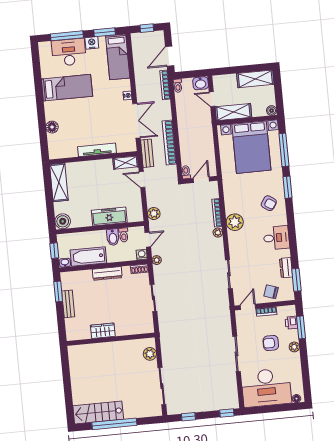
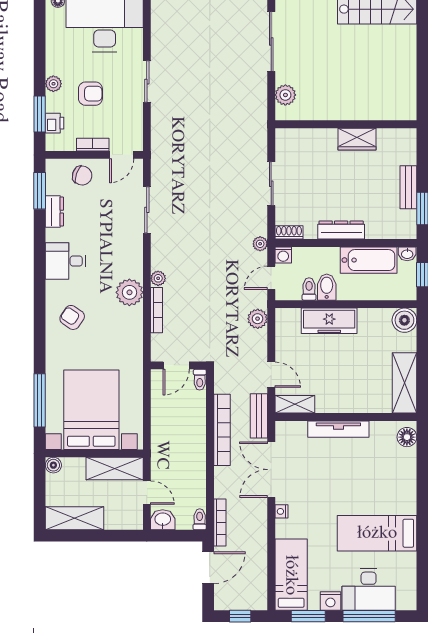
floor lamp: (52, 127) -> (407, 437), moved
window: (288, 187) -> (40, 340), removed
sliding door: (237, 354) -> (147, 82), width x0.73

